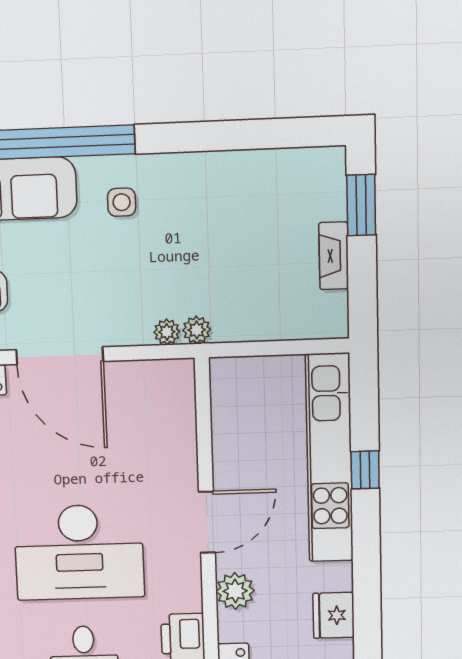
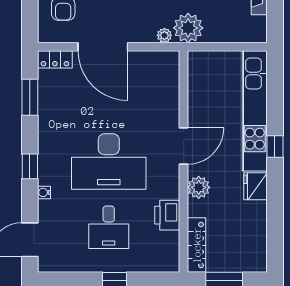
plant: (197, 330) -> (188, 28), width x1.87, depth x1.87
window: (365, 470) -> (275, 146), moved
fridge: (334, 615) -> (255, 186), moved

